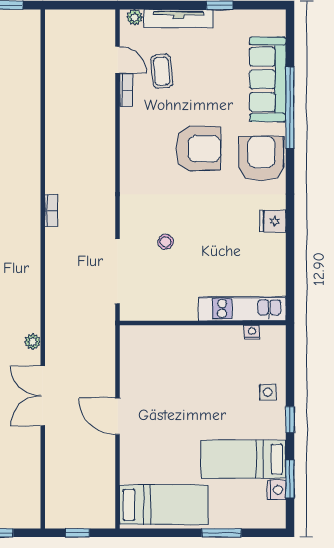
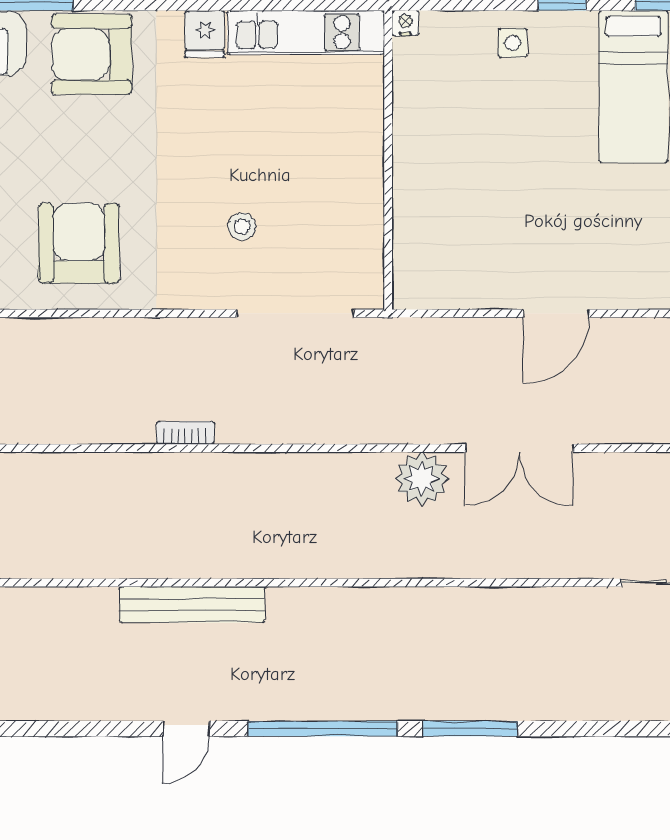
armchair: (198, 148) -> (79, 243), moved
kitchen unit: (242, 309) -> (306, 32), moved, turned -90
nightstand: (252, 332) -> (405, 23), moved, turned 90
plant: (33, 342) -> (422, 479), width x1.88, depth x1.88

